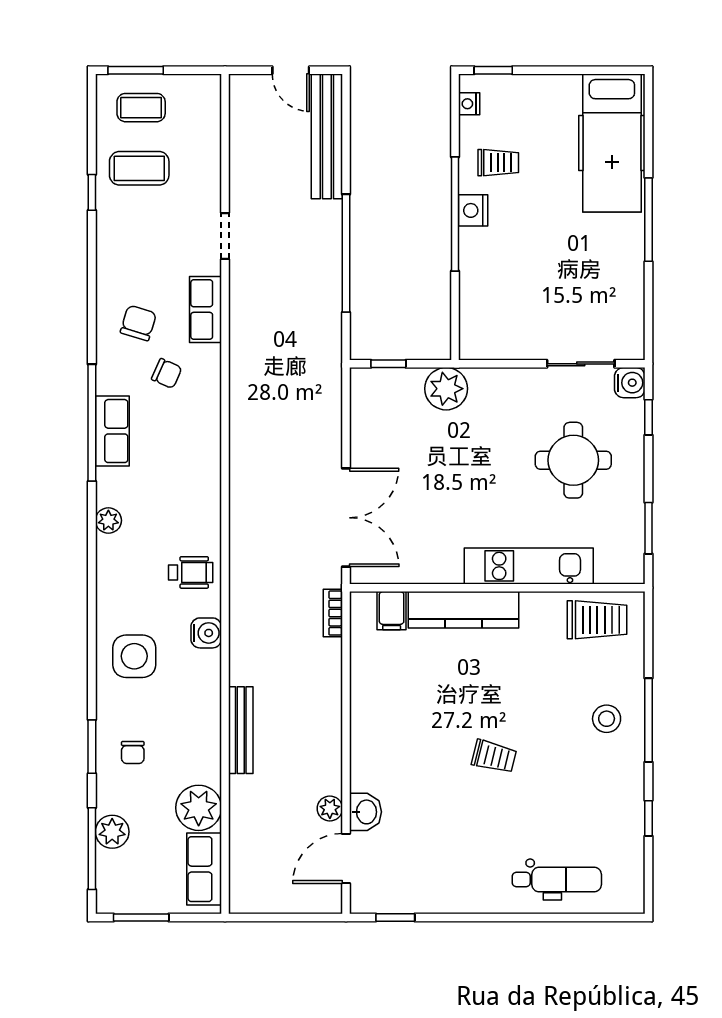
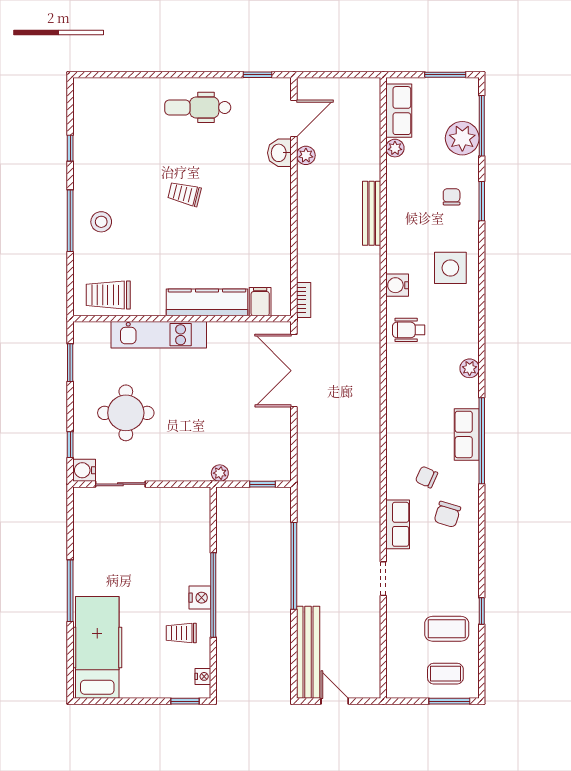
plant: (446, 389) -> (220, 473), width x0.53, depth x0.53
plant: (199, 808) -> (395, 148), width x0.53, depth x0.53
plant: (112, 832) -> (462, 138), width x1.36, depth x1.36
dental chair: (557, 880) -> (198, 107), moved

